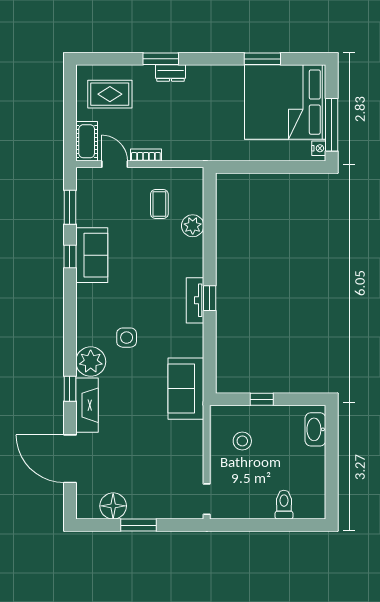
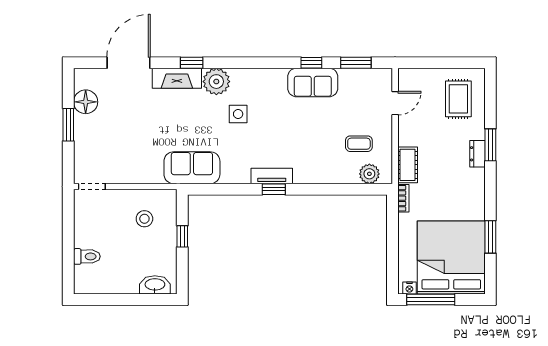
cot: (87, 141) -> (408, 165), moved, turned 90
bookcase: (146, 155) -> (403, 198), moved
plant: (193, 226) -> (369, 174), moved

